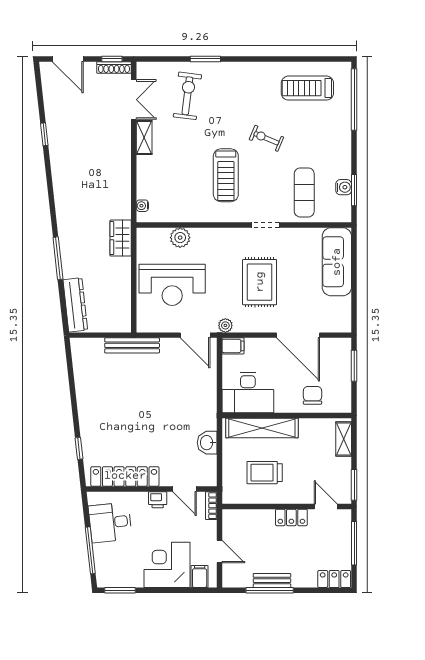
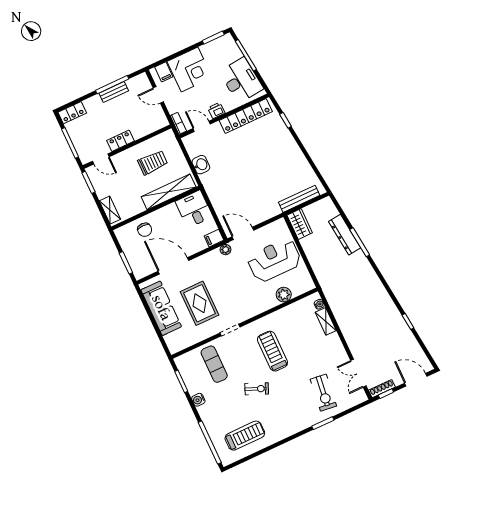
shelving: (144, 137) -> (326, 321), moved
water cooler: (344, 187) -> (198, 400), moved
wardrobe: (121, 238) -> (300, 224), moved
sofa: (337, 262) -> (161, 308), moved
rug: (260, 282) -> (199, 303), moved
dresser: (75, 305) -> (345, 235), moved
bench: (132, 345) -> (299, 199), moved
desk: (248, 393) -> (194, 209), width x0.73
desk: (110, 522) -> (241, 80), width x1.37

